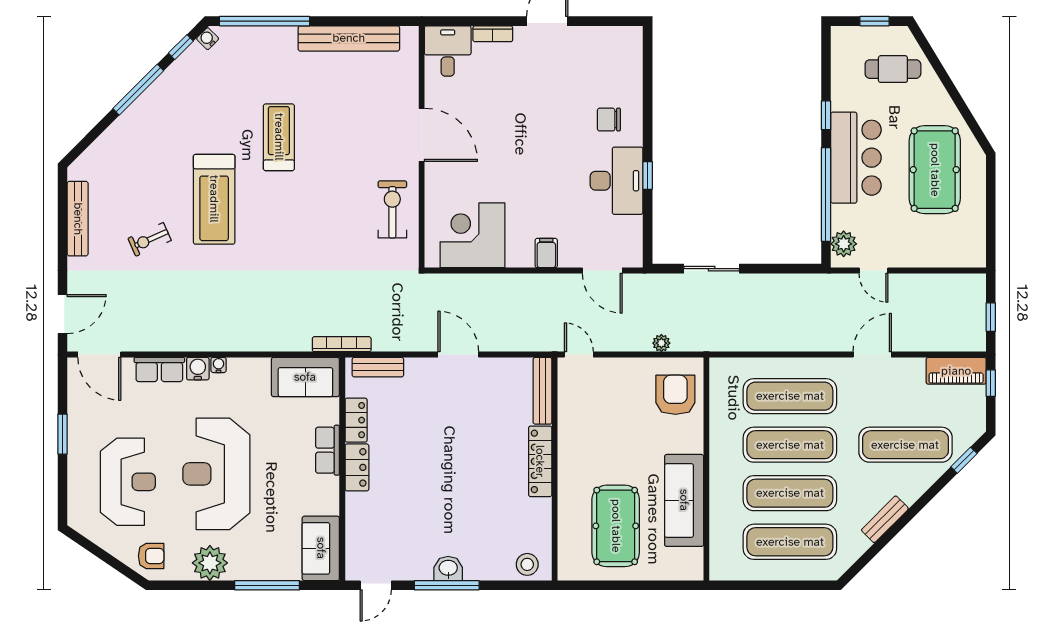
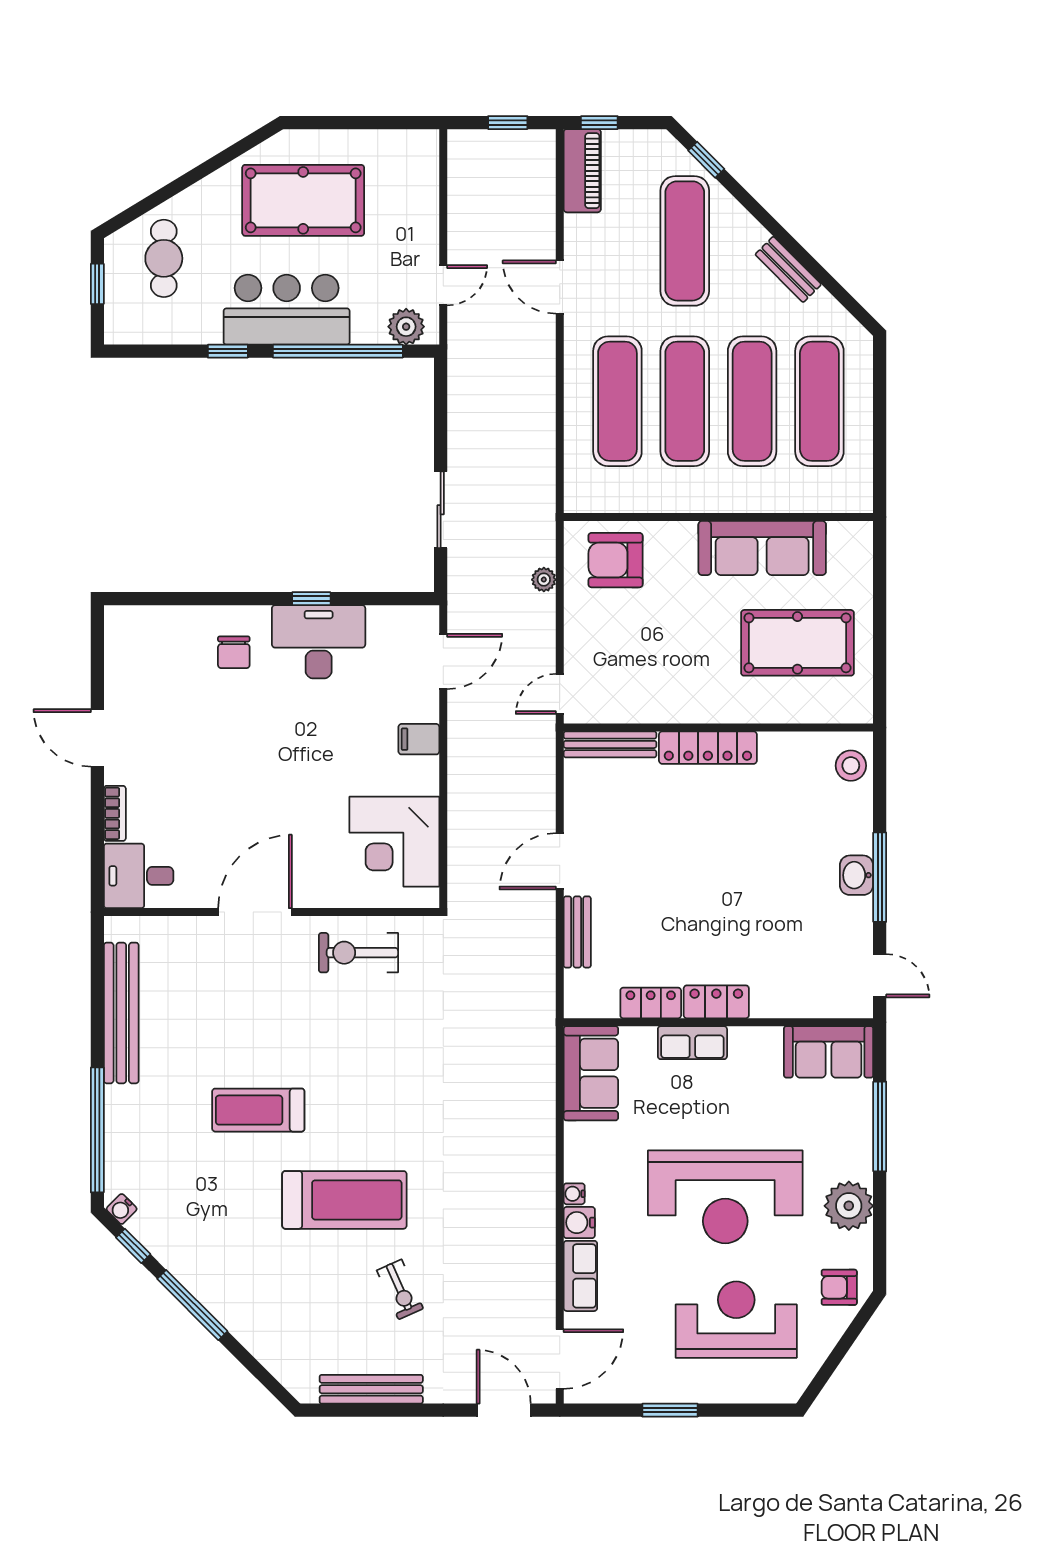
bookcase: (342, 344) -> (545, 1023), removed
bench: (378, 367) -> (577, 932), moved
armchair: (151, 556) -> (839, 1287), turned -90

